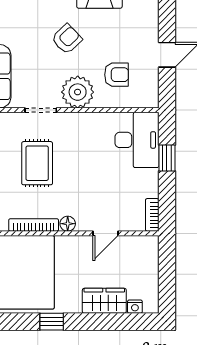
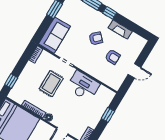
armchair: (117, 75) -> (113, 57), moved
plant: (78, 92) -> (87, 64), removed
desk: (137, 140) -> (83, 86), moved, turned -90

